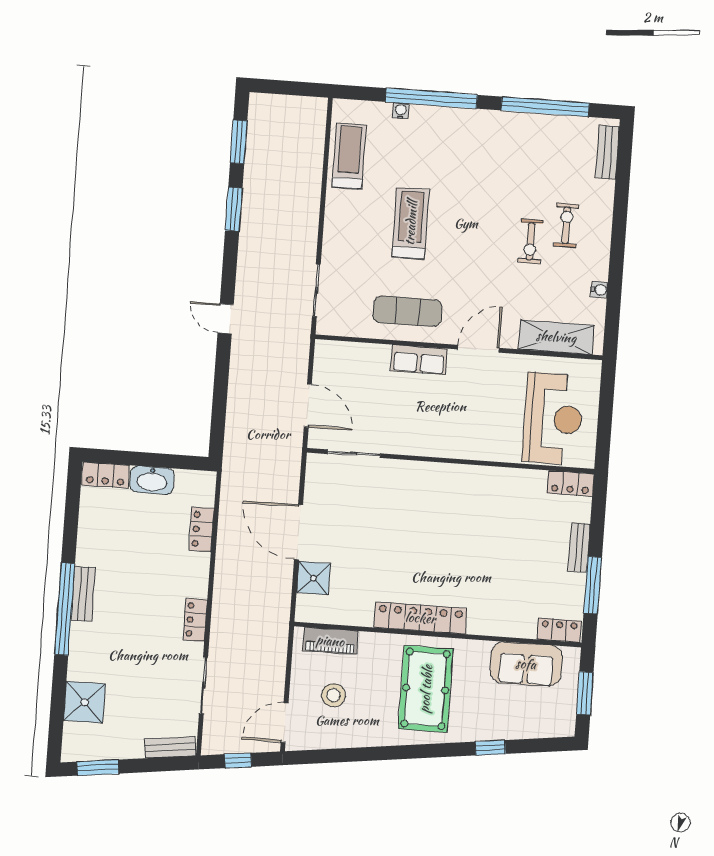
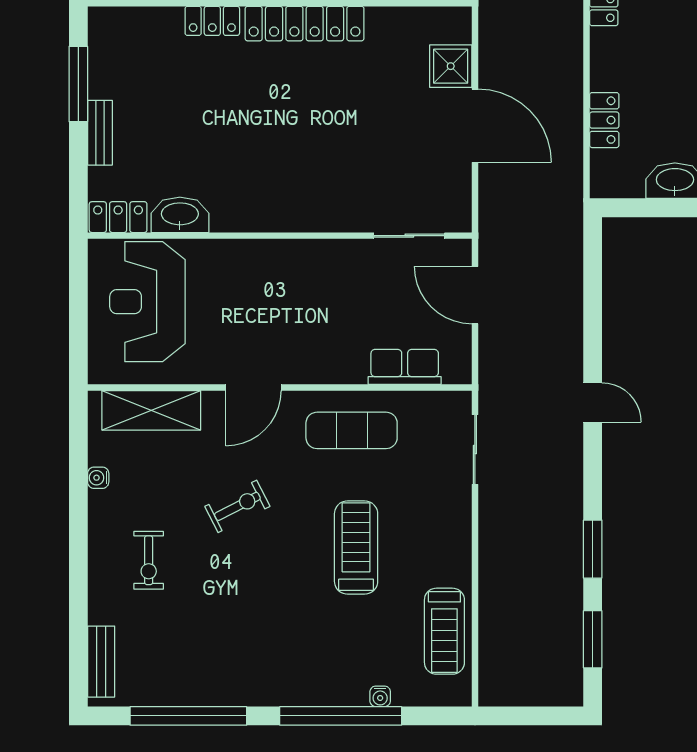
treadmill: (411, 223) -> (356, 548), turned 180
exercise bike: (531, 241) -> (237, 506), moved, turned 63
row of seats: (419, 360) -> (405, 367), moved
washbasin: (524, 482) -> (180, 215), added
locker: (559, 630) -> (212, 21), moved

